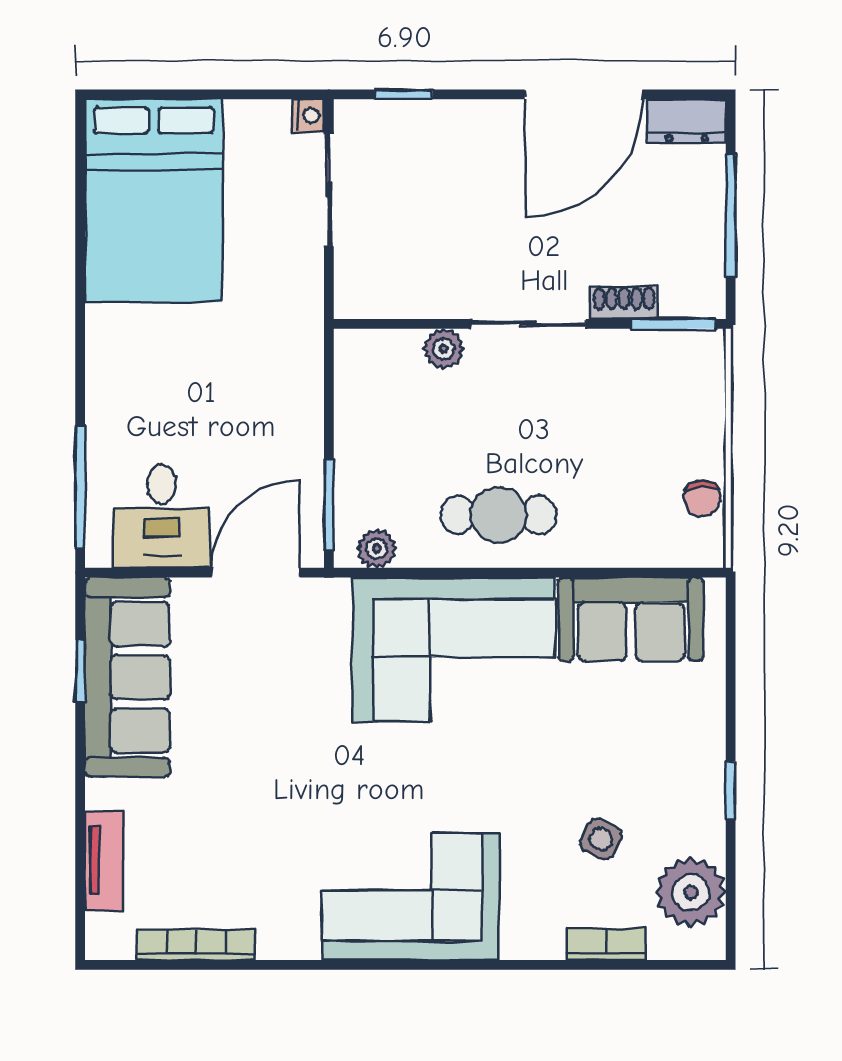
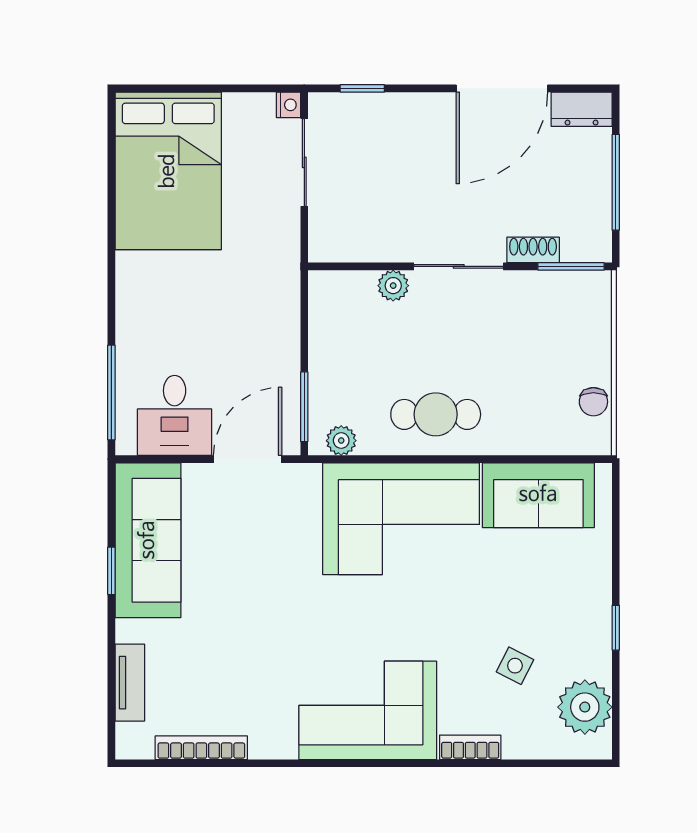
window: (80, 671) -> (111, 571), moved
bookcase: (606, 944) -> (470, 747), moved

